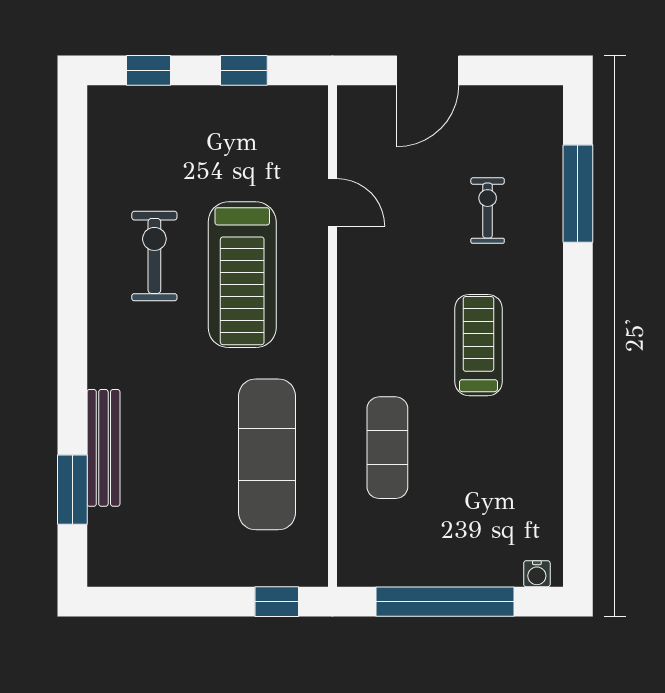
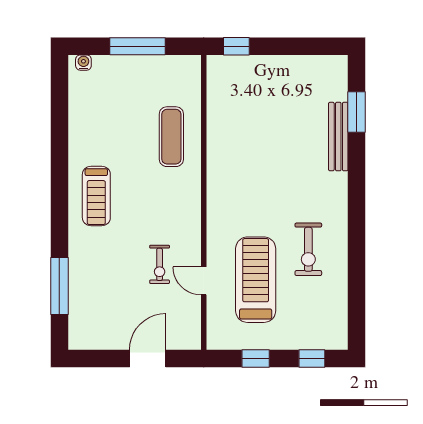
exercise bike: (488, 211) -> (160, 264), moved
treadmill: (242, 275) -> (256, 280), moved
treadmill: (478, 345) -> (96, 196), moved
exercise mat: (267, 454) -> (242, 133), removed
window: (445, 602) -> (137, 46), width x0.68

